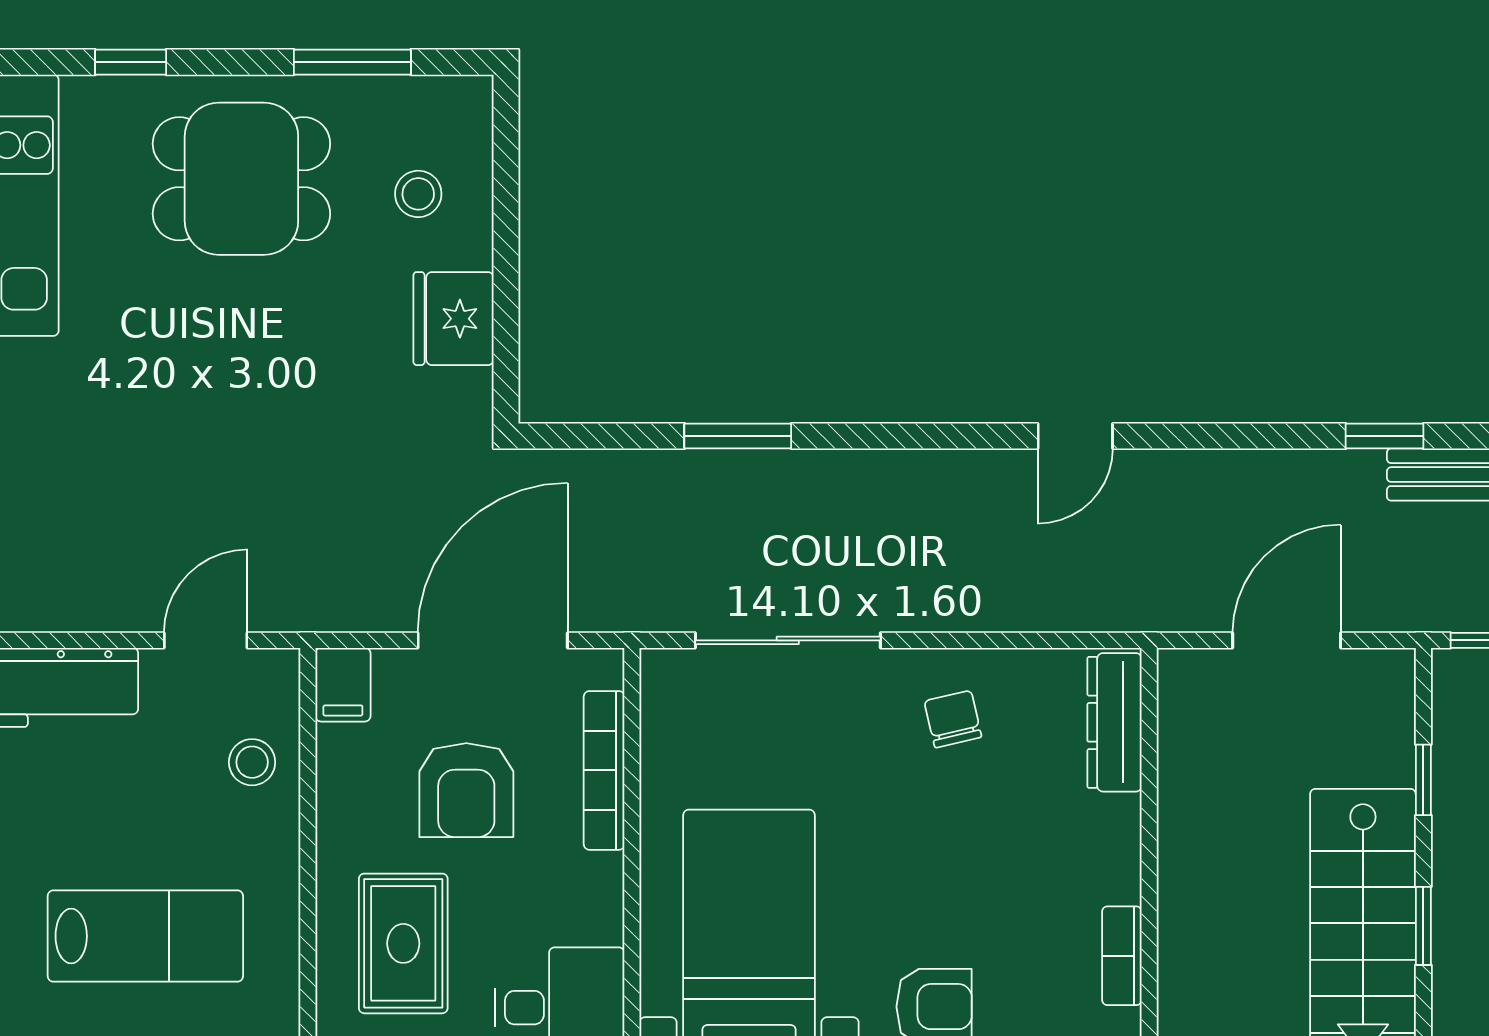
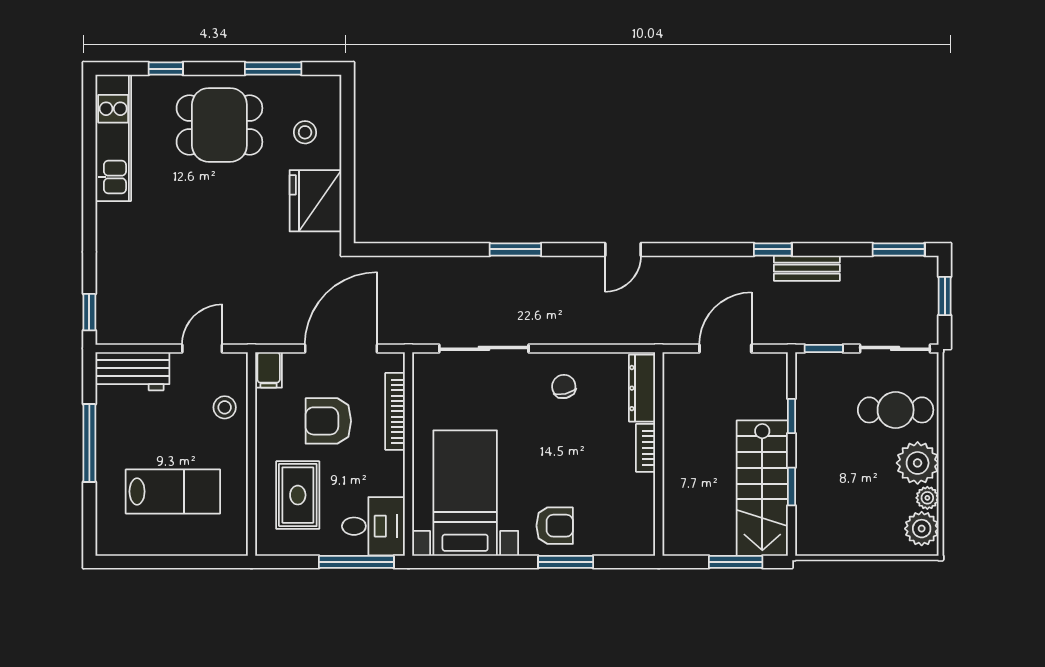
fridge: (453, 319) -> (316, 201), width x1.36, depth x1.34
window: (738, 436) -> (515, 249), moved
armchair: (466, 790) -> (328, 421), turned 90
bookcase: (1122, 956) -> (646, 448), moved

